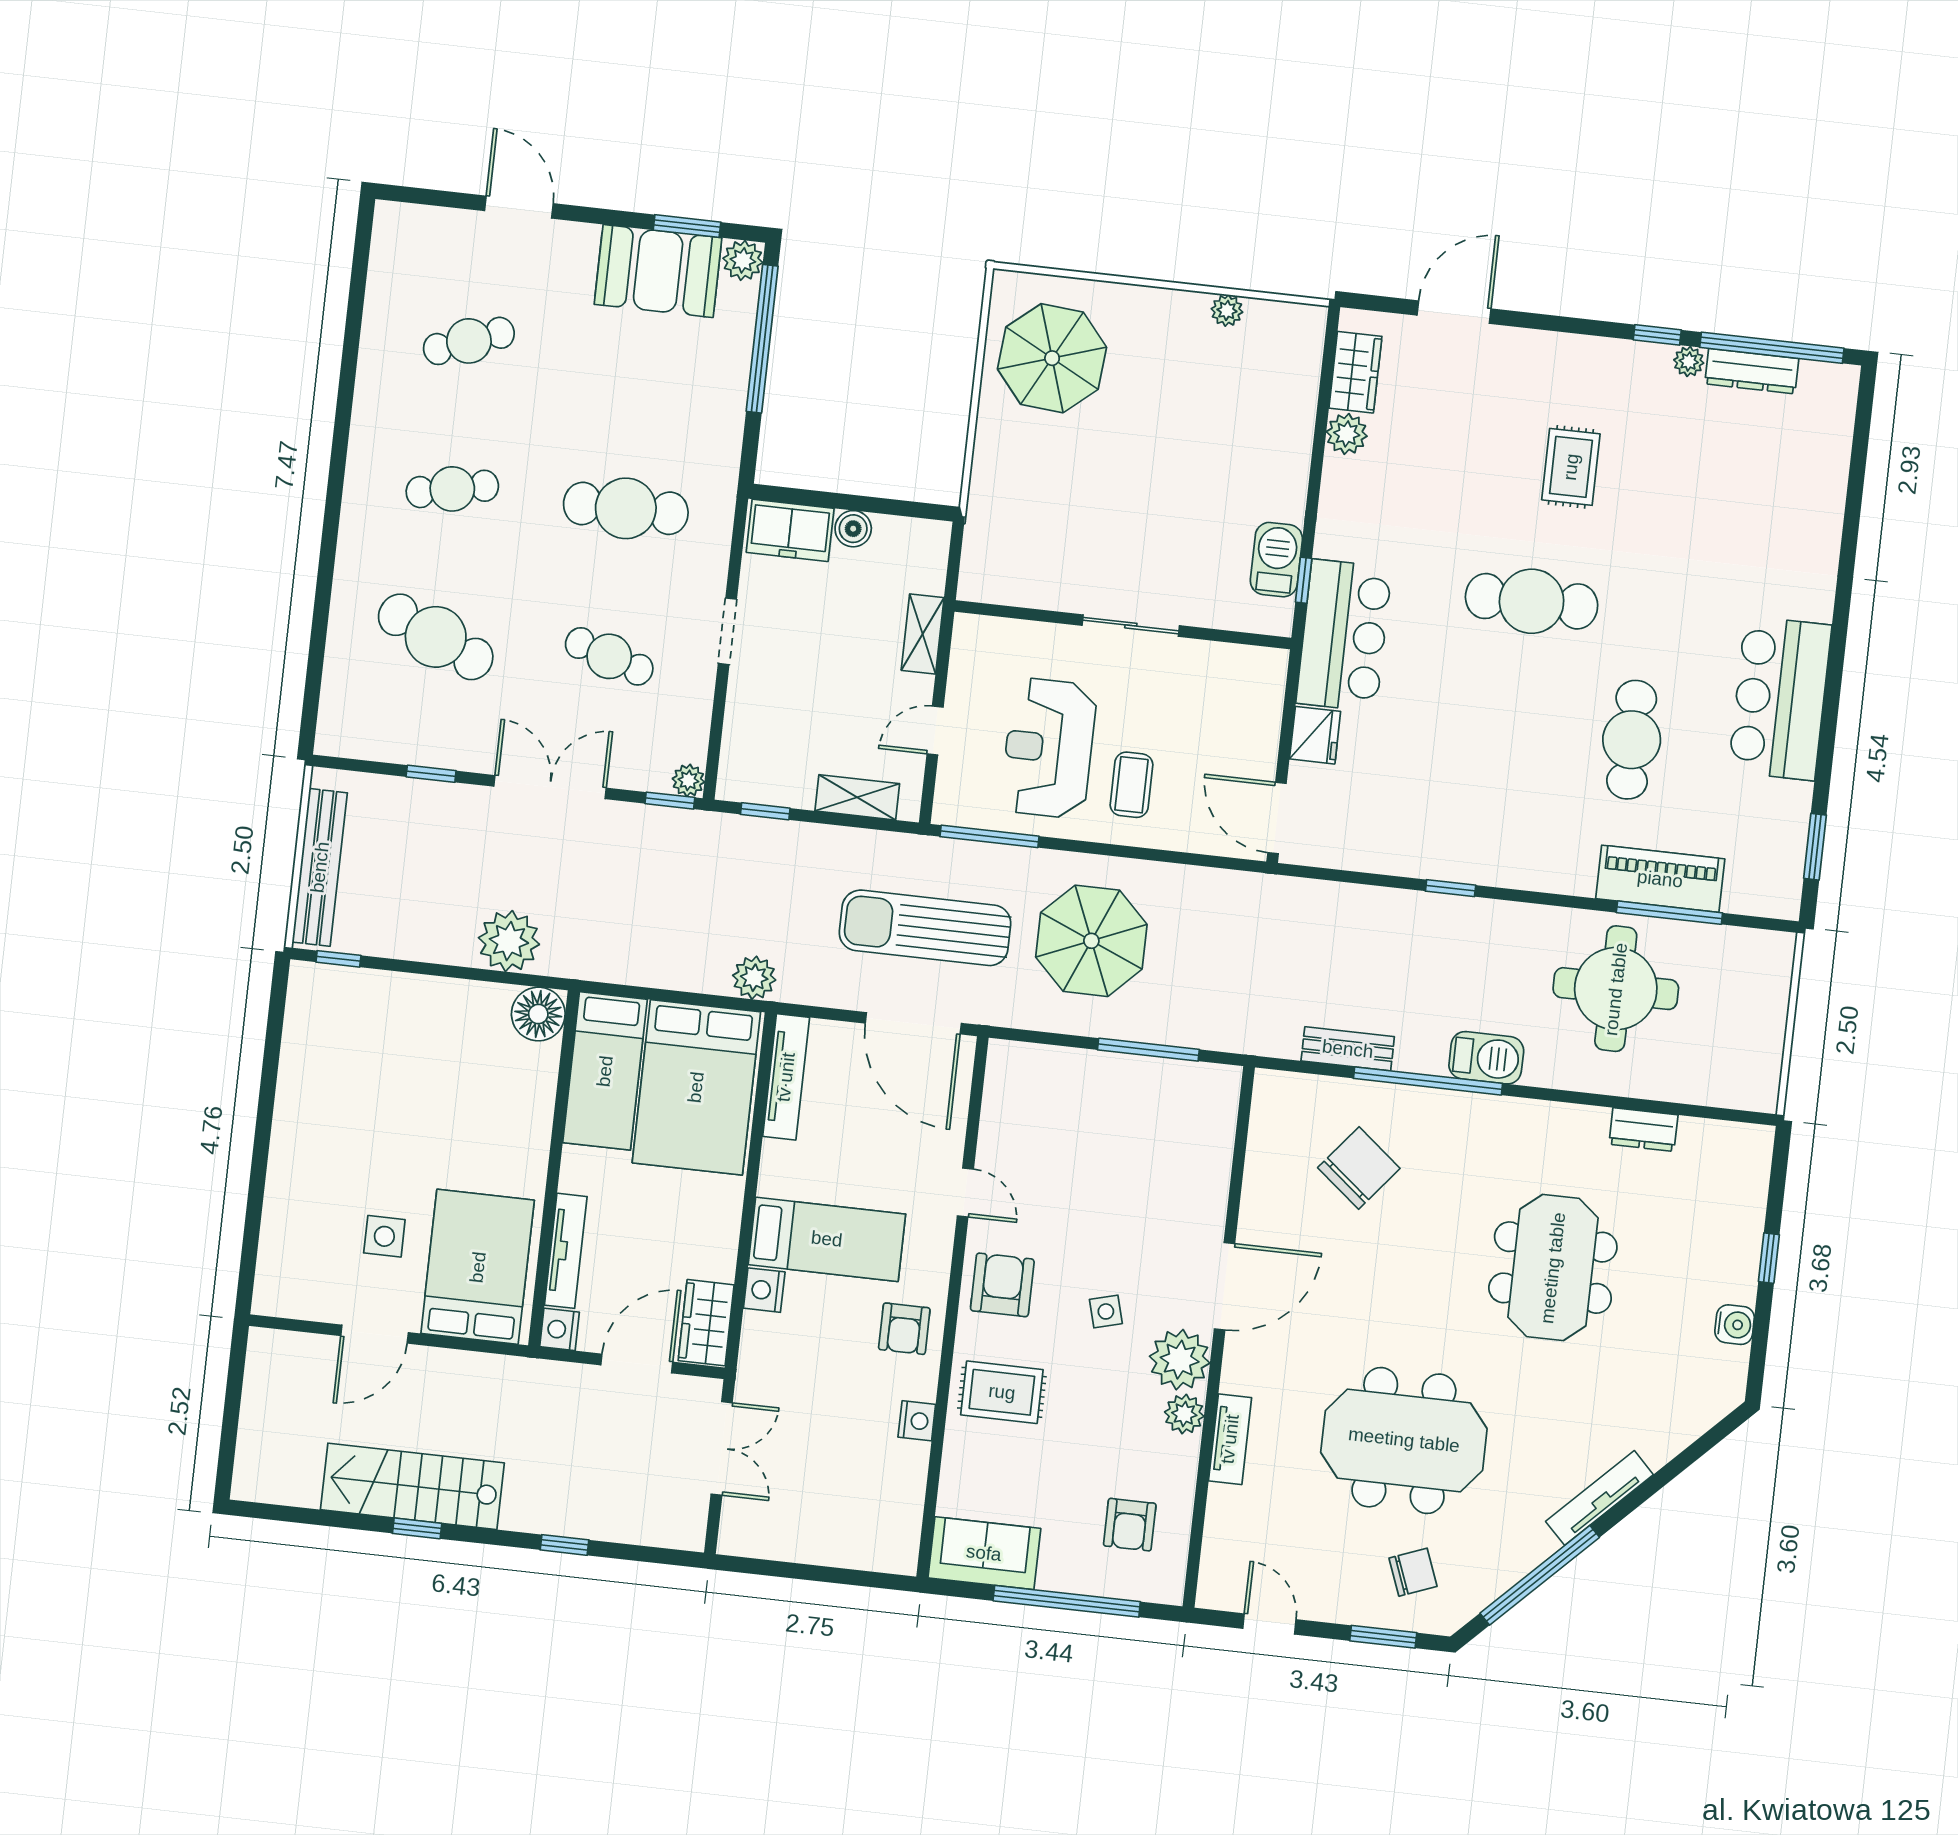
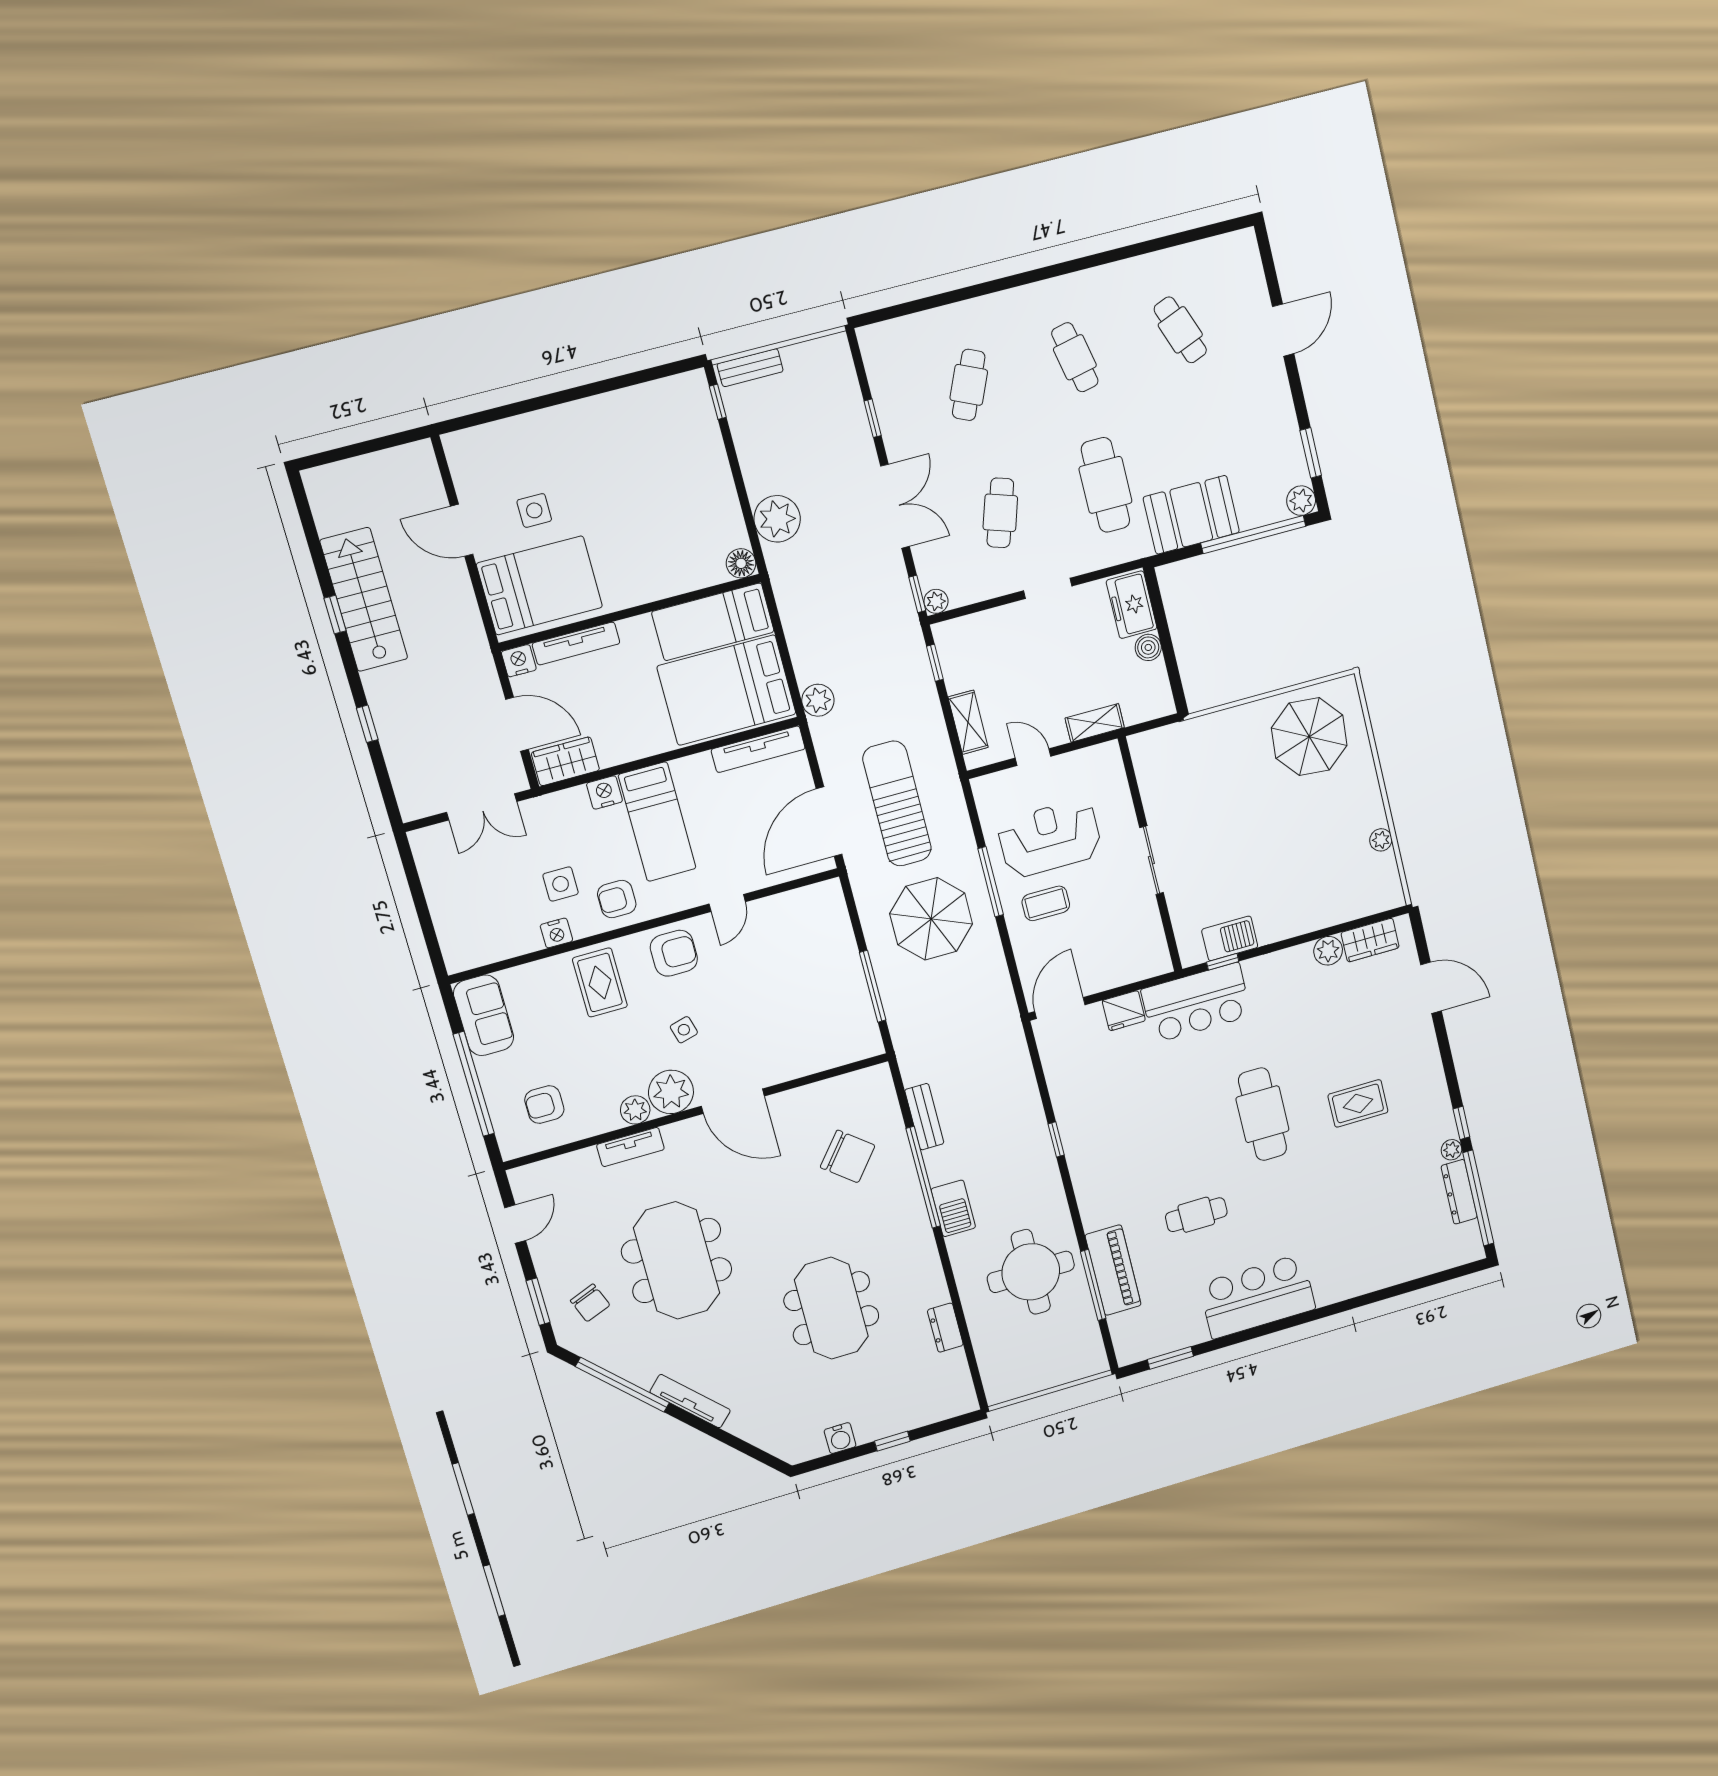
booth: (658, 271) -> (1191, 515), moved, turned 90
cafe table: (436, 637) -> (969, 385), width x0.73, depth x0.74
cafe table: (1632, 740) -> (1196, 1215), width x0.73, depth x0.74
window: (989, 836) -> (991, 882), moved
bench: (320, 867) -> (750, 368), width x0.54, depth x0.82
floor lamp: (538, 1014) -> (741, 563), width x0.73, depth x0.73
meeting table: (1553, 1268) -> (831, 1308), turned 90
side table: (857, 1391) -> (561, 884), added

